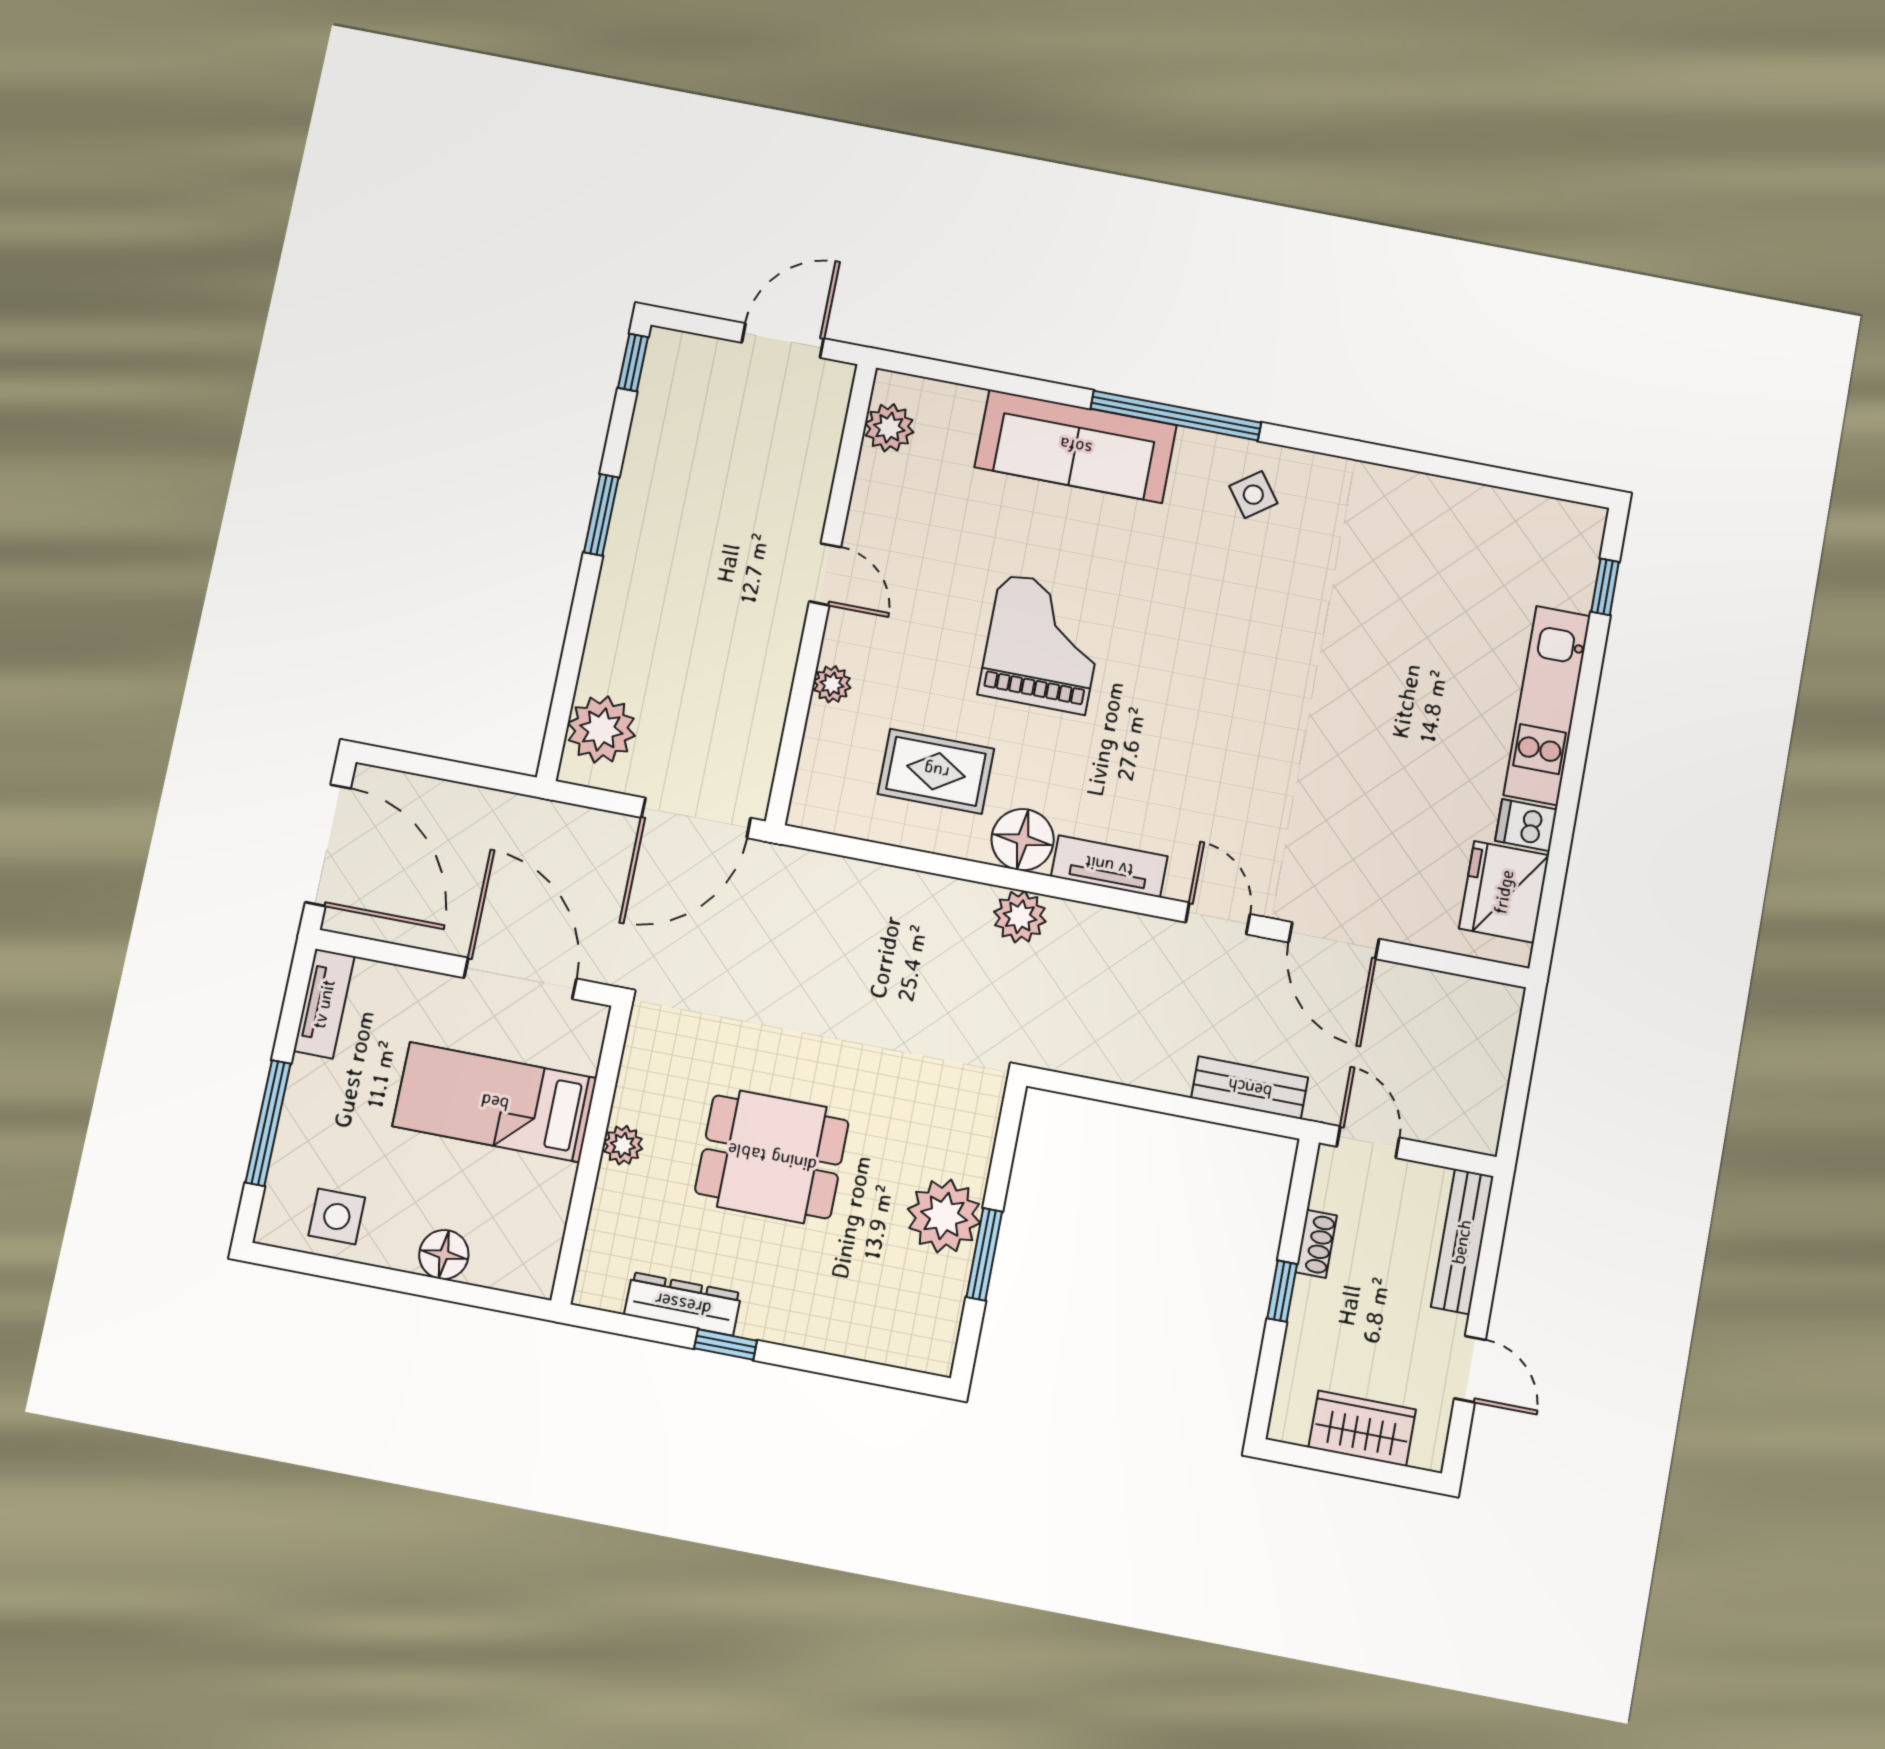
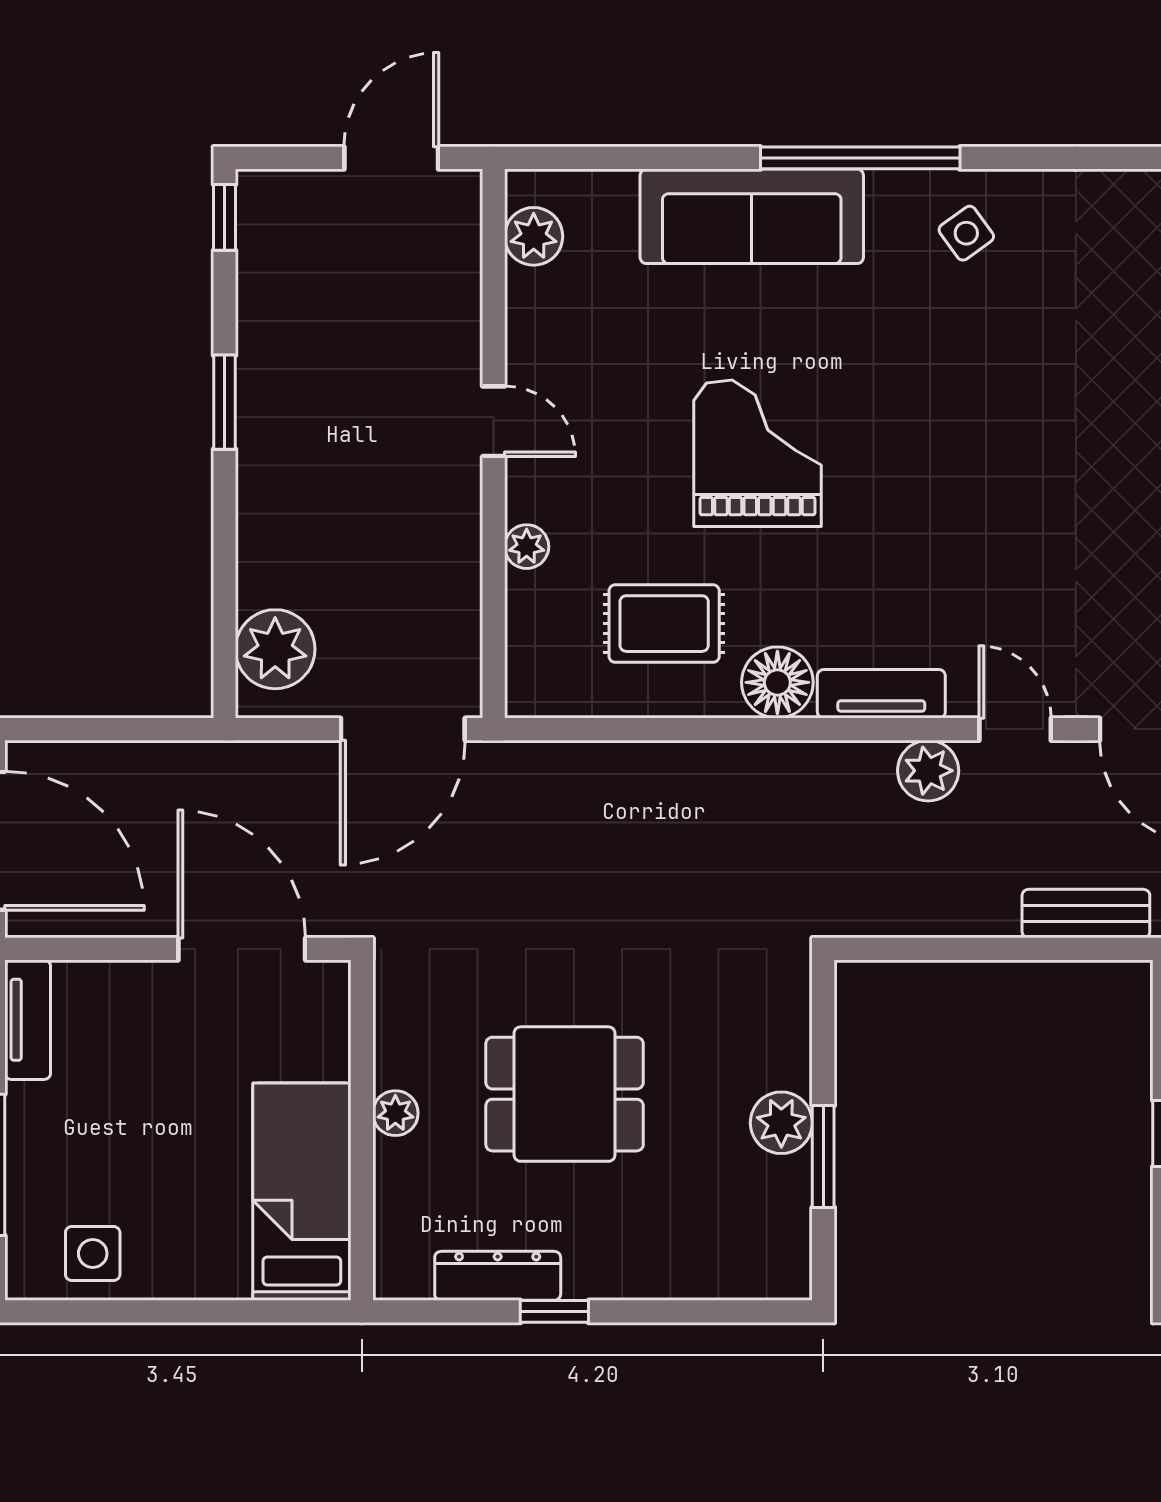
plant: (1020, 917) -> (928, 771), moved
bed: (495, 1102) -> (302, 1192), moved, turned 90
plant: (944, 1216) -> (781, 1123), width x0.73, depth x0.73
floor lamp: (444, 1255) -> (221, 1273), removed

